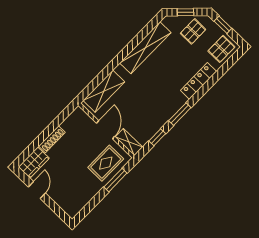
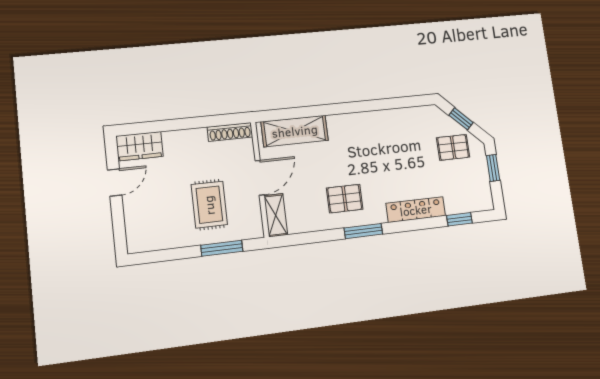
shelving: (145, 48) -> (383, 121), removed
pallet: (221, 49) -> (345, 199), moved
window: (157, 137) -> (459, 219), moved
shoe rack: (52, 139) -> (230, 132), moved
rug: (106, 163) -> (209, 205), moved, turned 90

